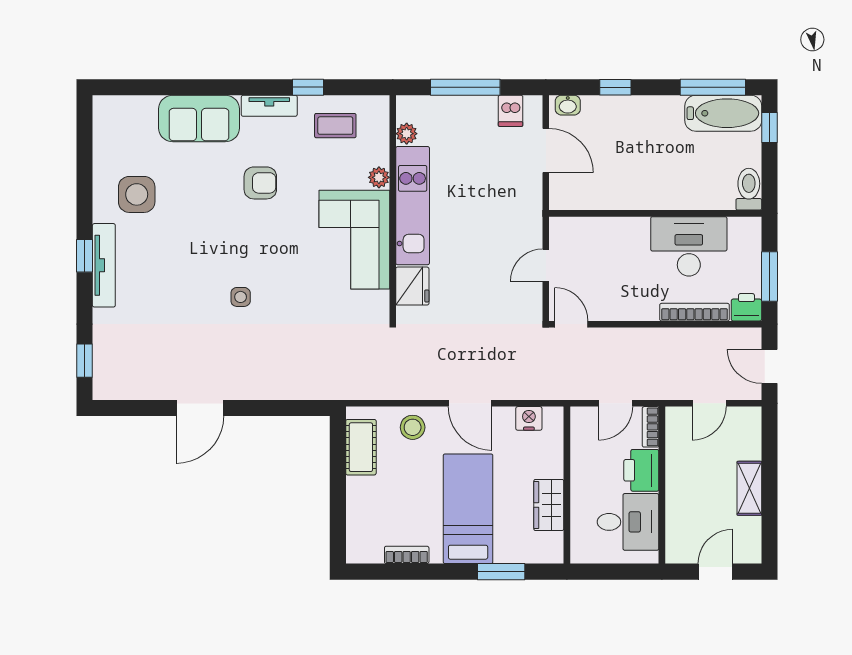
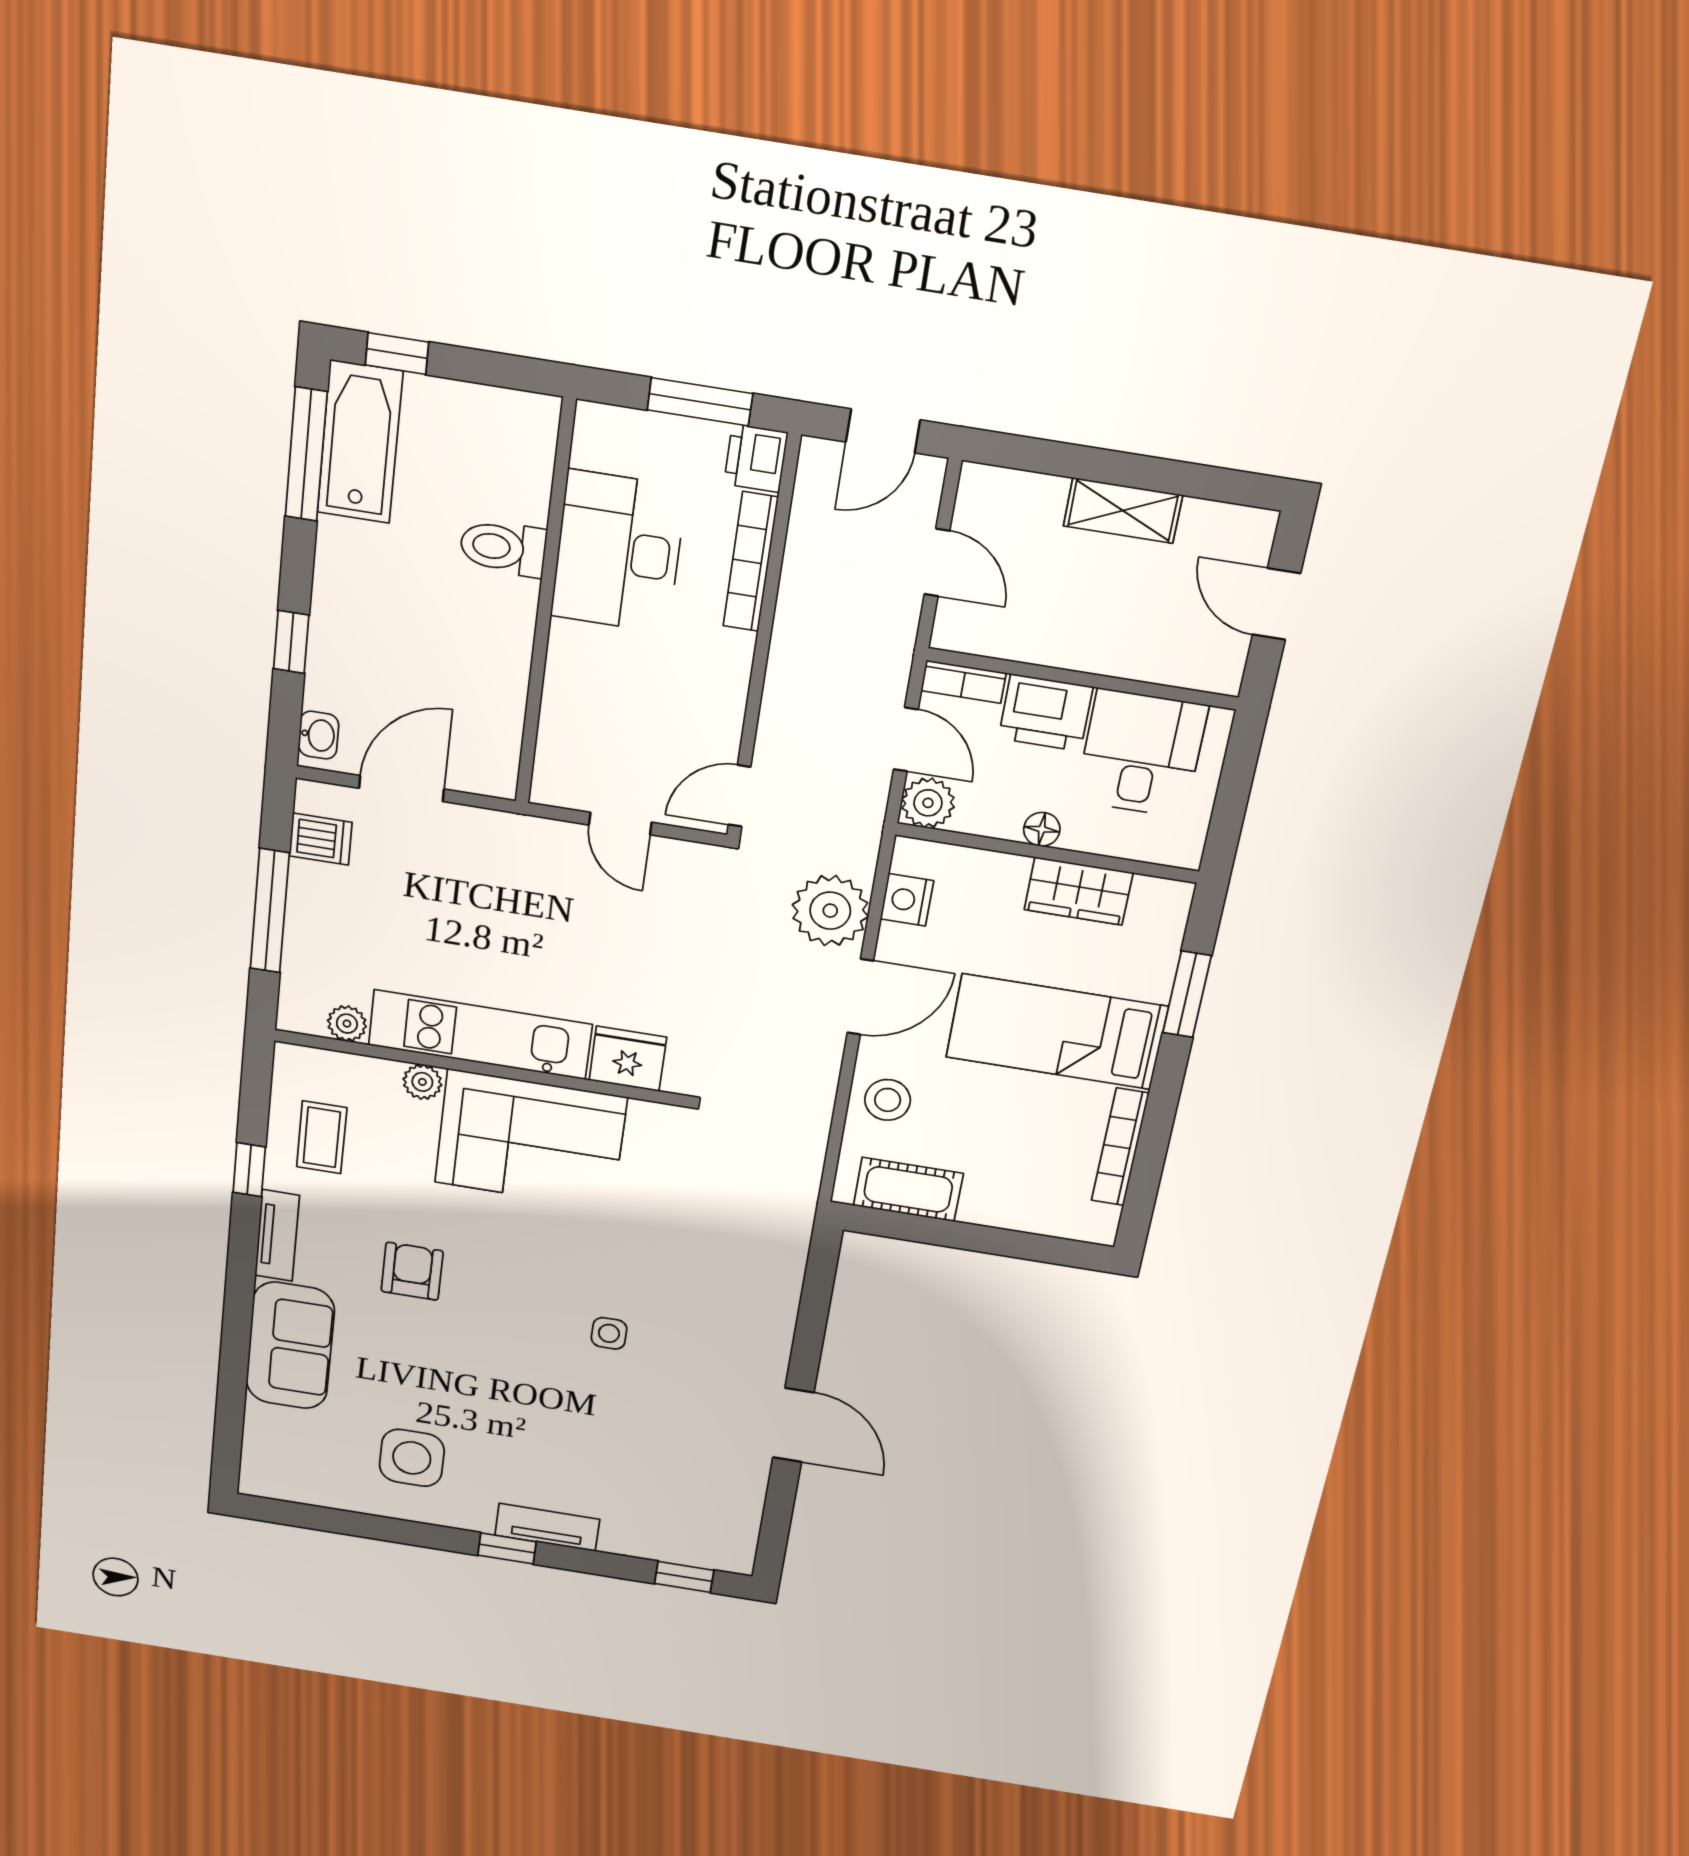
toilet: (749, 189) -> (503, 548), moved
tv unit: (104, 265) -> (547, 1527), width x0.71
plant: (516, 380) -> (830, 911), added
plant: (584, 420) -> (928, 803), added
floor lamp: (579, 480) -> (1042, 829), added
bookcase: (407, 555) -> (1120, 1147), width x1.56

